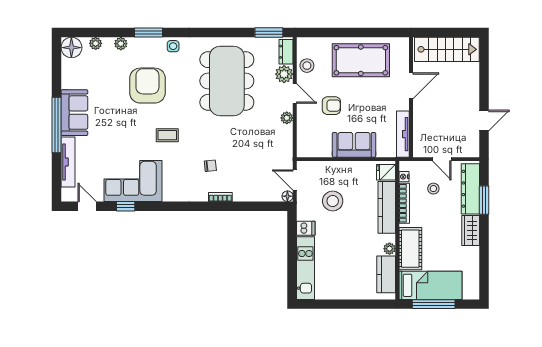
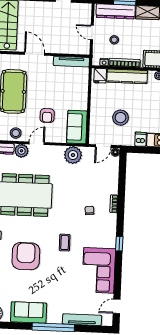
armchair: (147, 86) -> (26, 256), turned 90
armchair: (331, 106) -> (47, 116), turned 180
sofa: (74, 113) -> (29, 312), moved
plant: (287, 118) -> (73, 155), moved, width x1.87, depth x1.87
sofa: (354, 145) -> (77, 127), moved
door: (442, 159) -> (92, 33), swing flipped
window: (126, 206) -> (119, 244), moved

